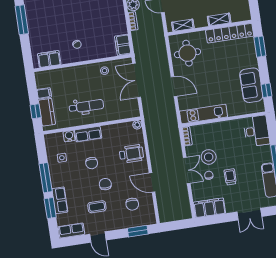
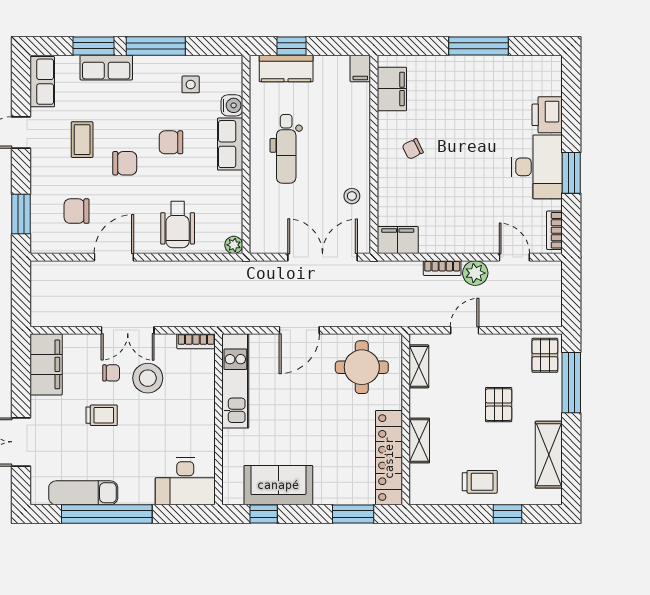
filing cabinet: (44, 93) -> (360, 68), moved

